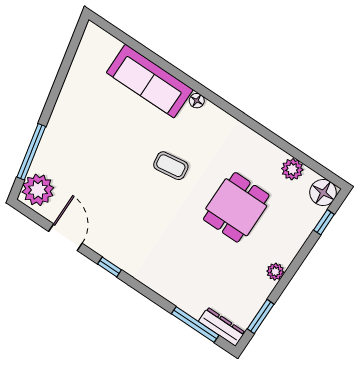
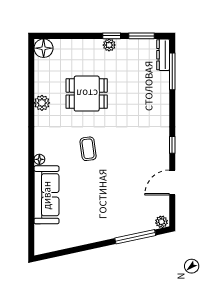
plant: (292, 169) -> (42, 103), moved
plant: (38, 190) -> (161, 222), width x0.53, depth x0.53
window: (324, 222) -> (112, 36), moved

